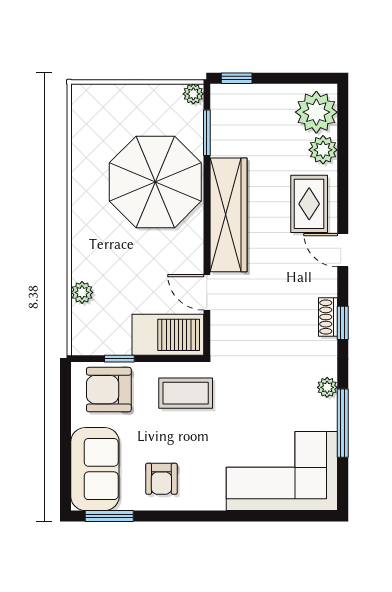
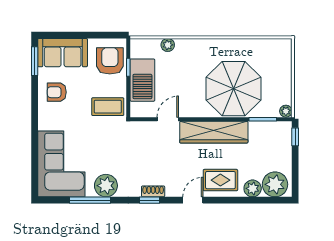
barbecue: (168, 335) -> (142, 80), moved
plant: (327, 387) -> (106, 186), width x1.88, depth x1.88
coffee table: (186, 393) -> (108, 107), turned 90

